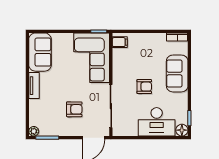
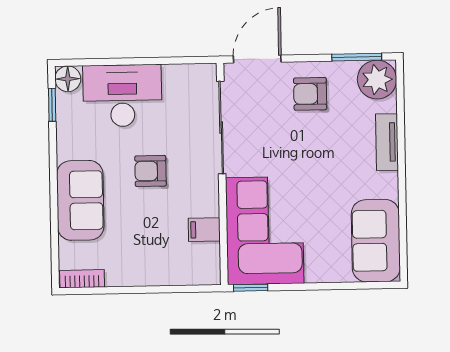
filing cabinet: (120, 42) -> (204, 230), moved
tv unit: (34, 86) -> (387, 142), moved
armchair: (74, 109) -> (310, 94), moved
plant: (34, 131) -> (377, 80), width x1.88, depth x1.88

